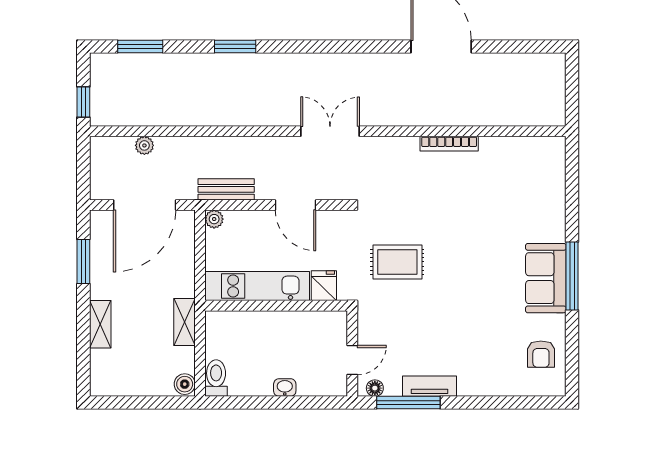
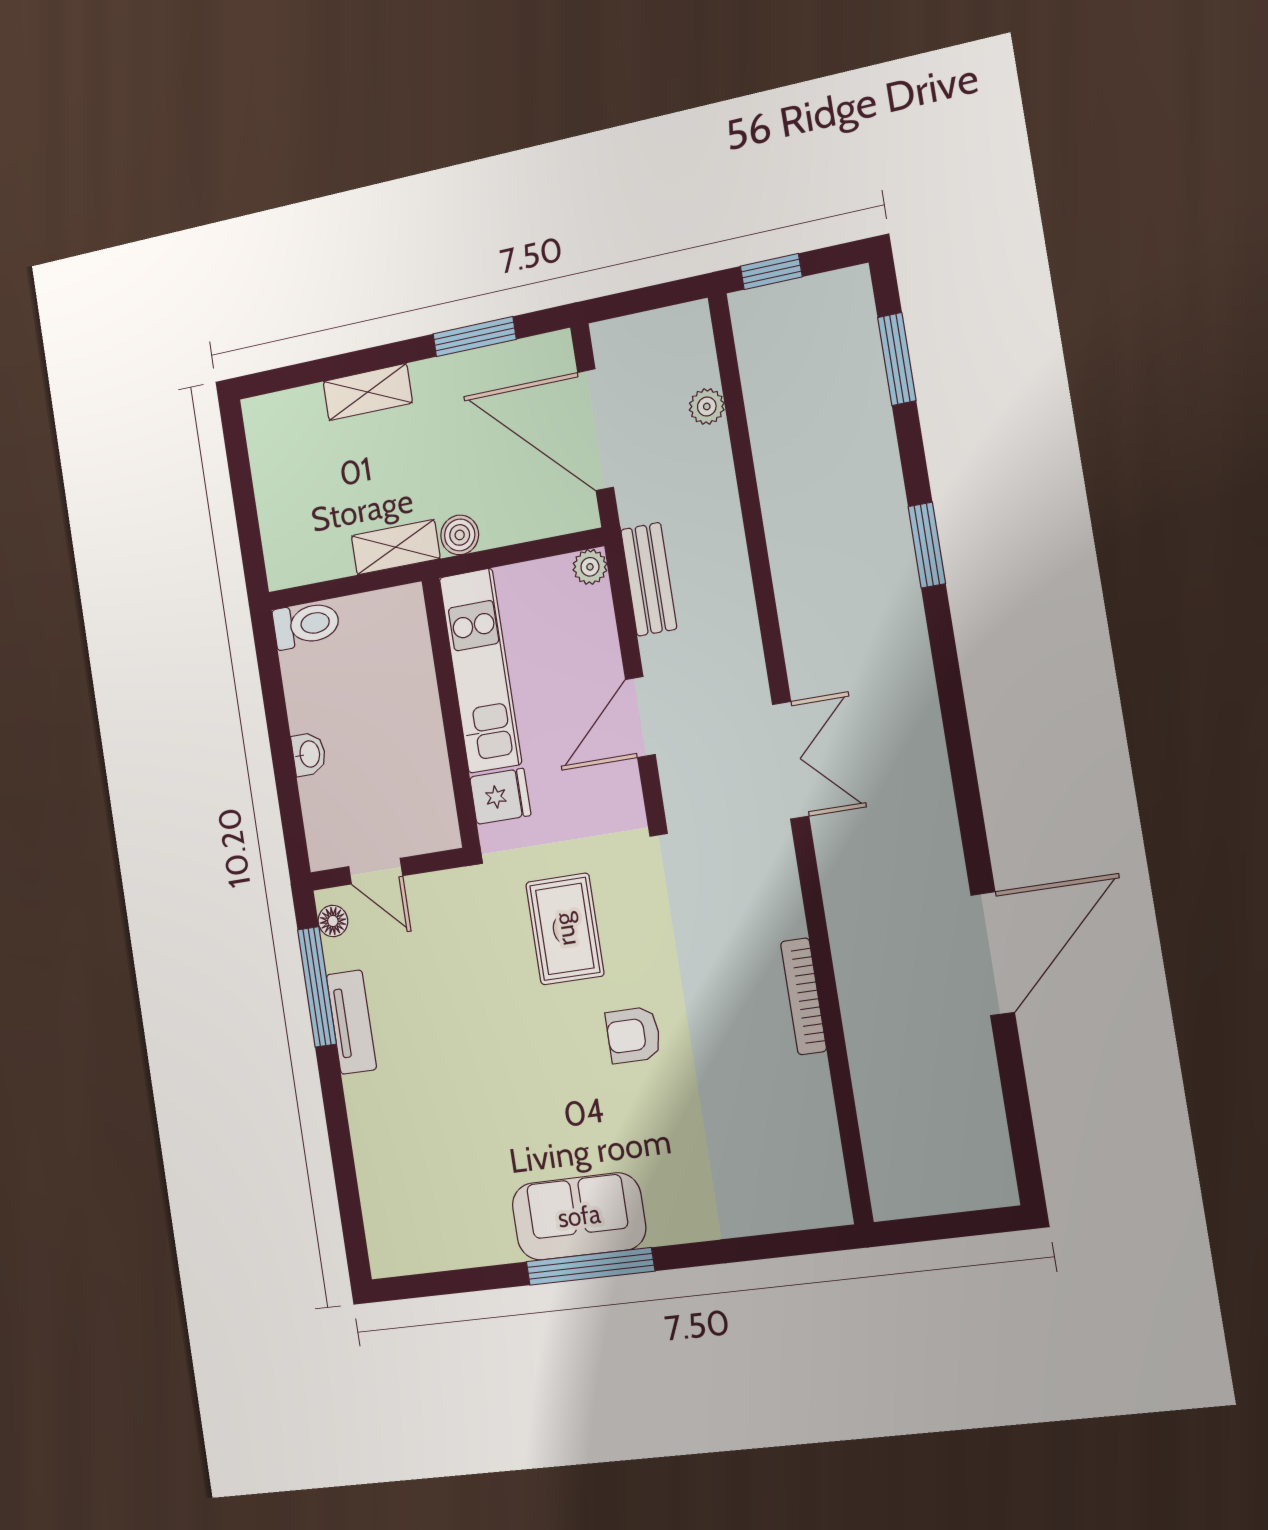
armchair: (541, 354) -> (633, 1035), moved
boiler: (185, 384) -> (460, 535), moved

